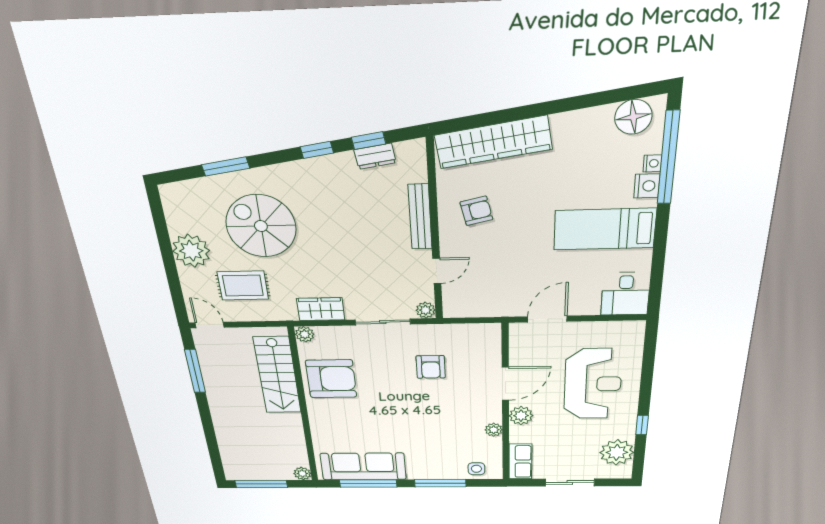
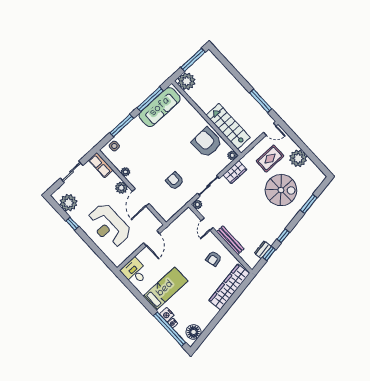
armchair: (331, 379) -> (207, 142), turned 88
plant: (302, 473) -> (187, 81), width x1.88, depth x1.88

